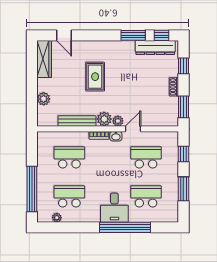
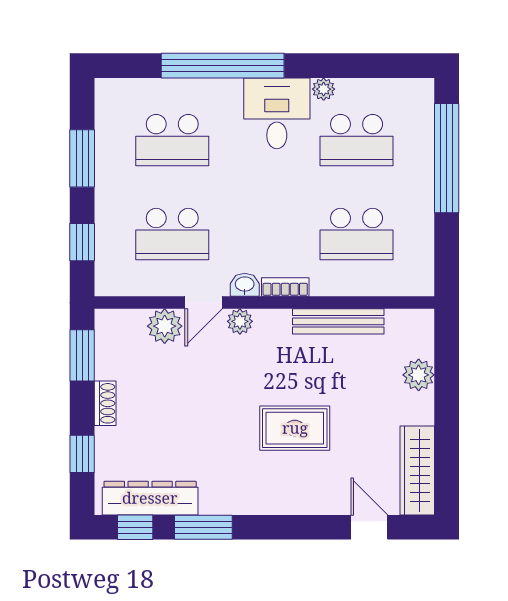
rug: (95, 77) -> (295, 428), turned 90
plant: (104, 119) -> (165, 326), moved
desk: (114, 208) -> (277, 113), moved
plant: (57, 218) -> (324, 89), moved

